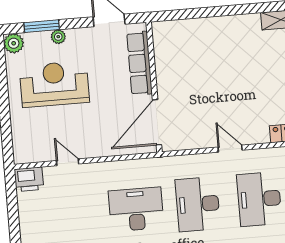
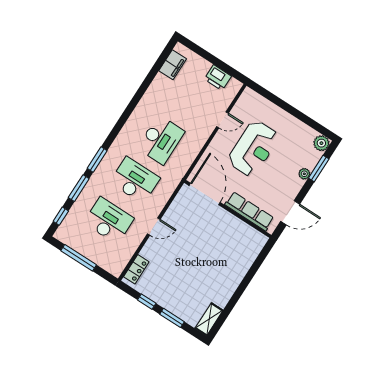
reception desk: (54, 84) -> (253, 148), moved
printer: (29, 179) -> (218, 78), moved, turned -90

